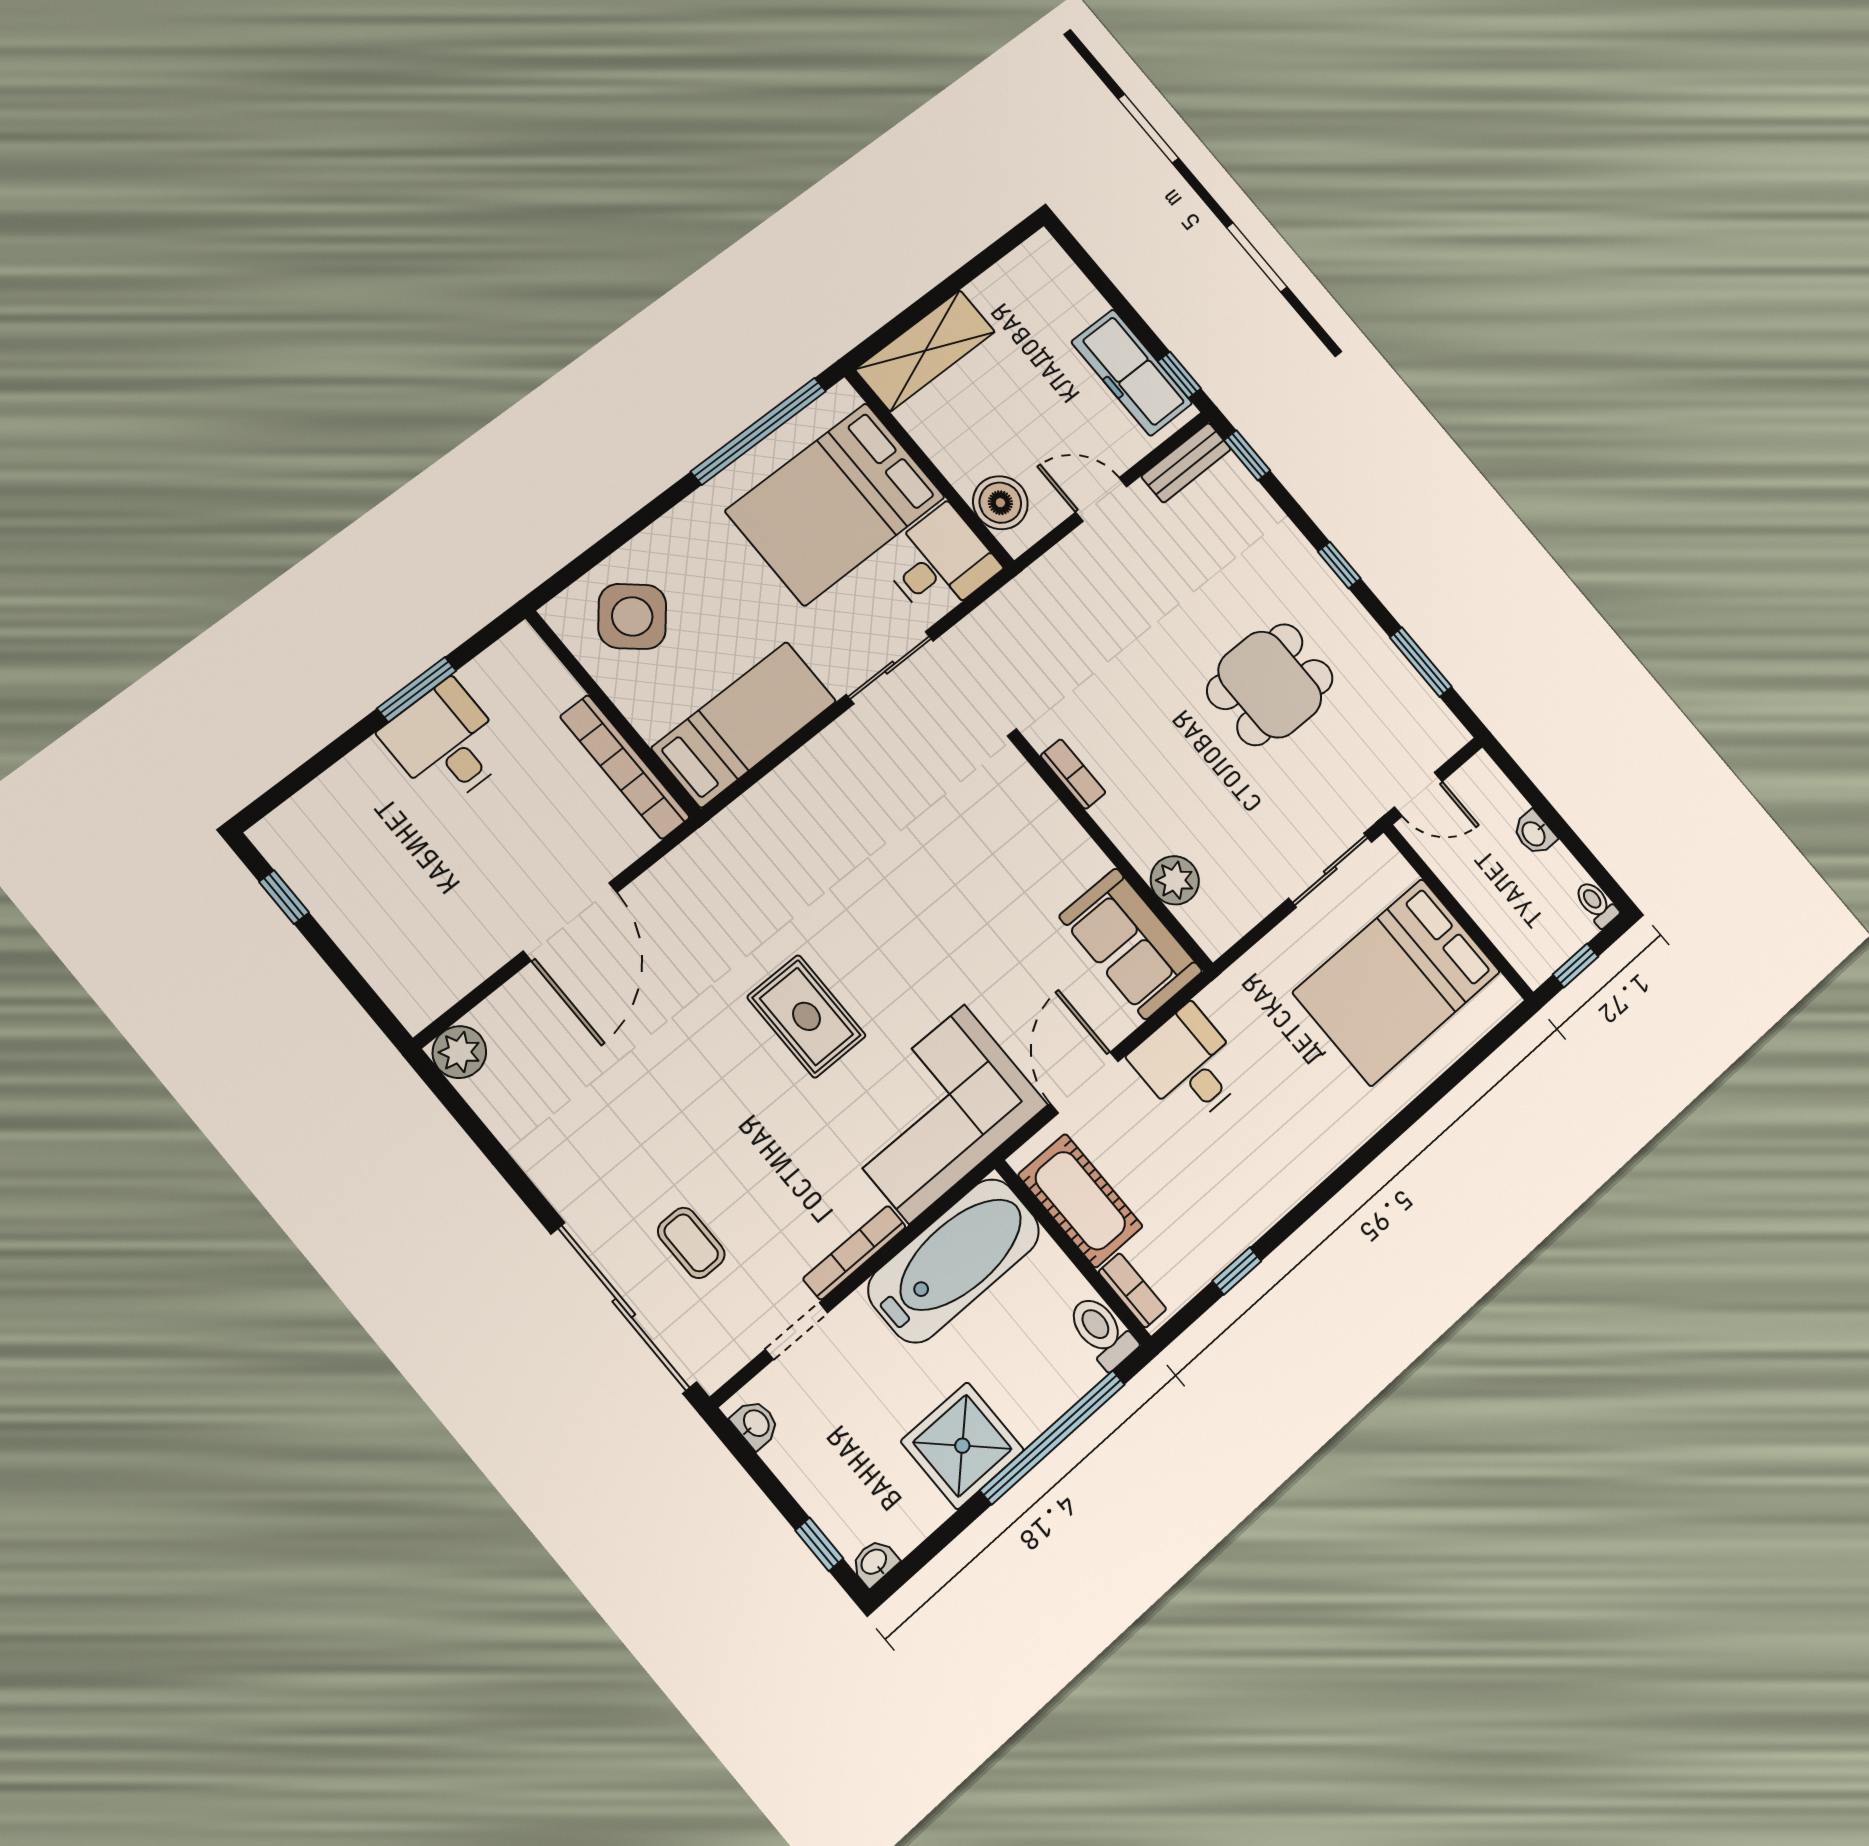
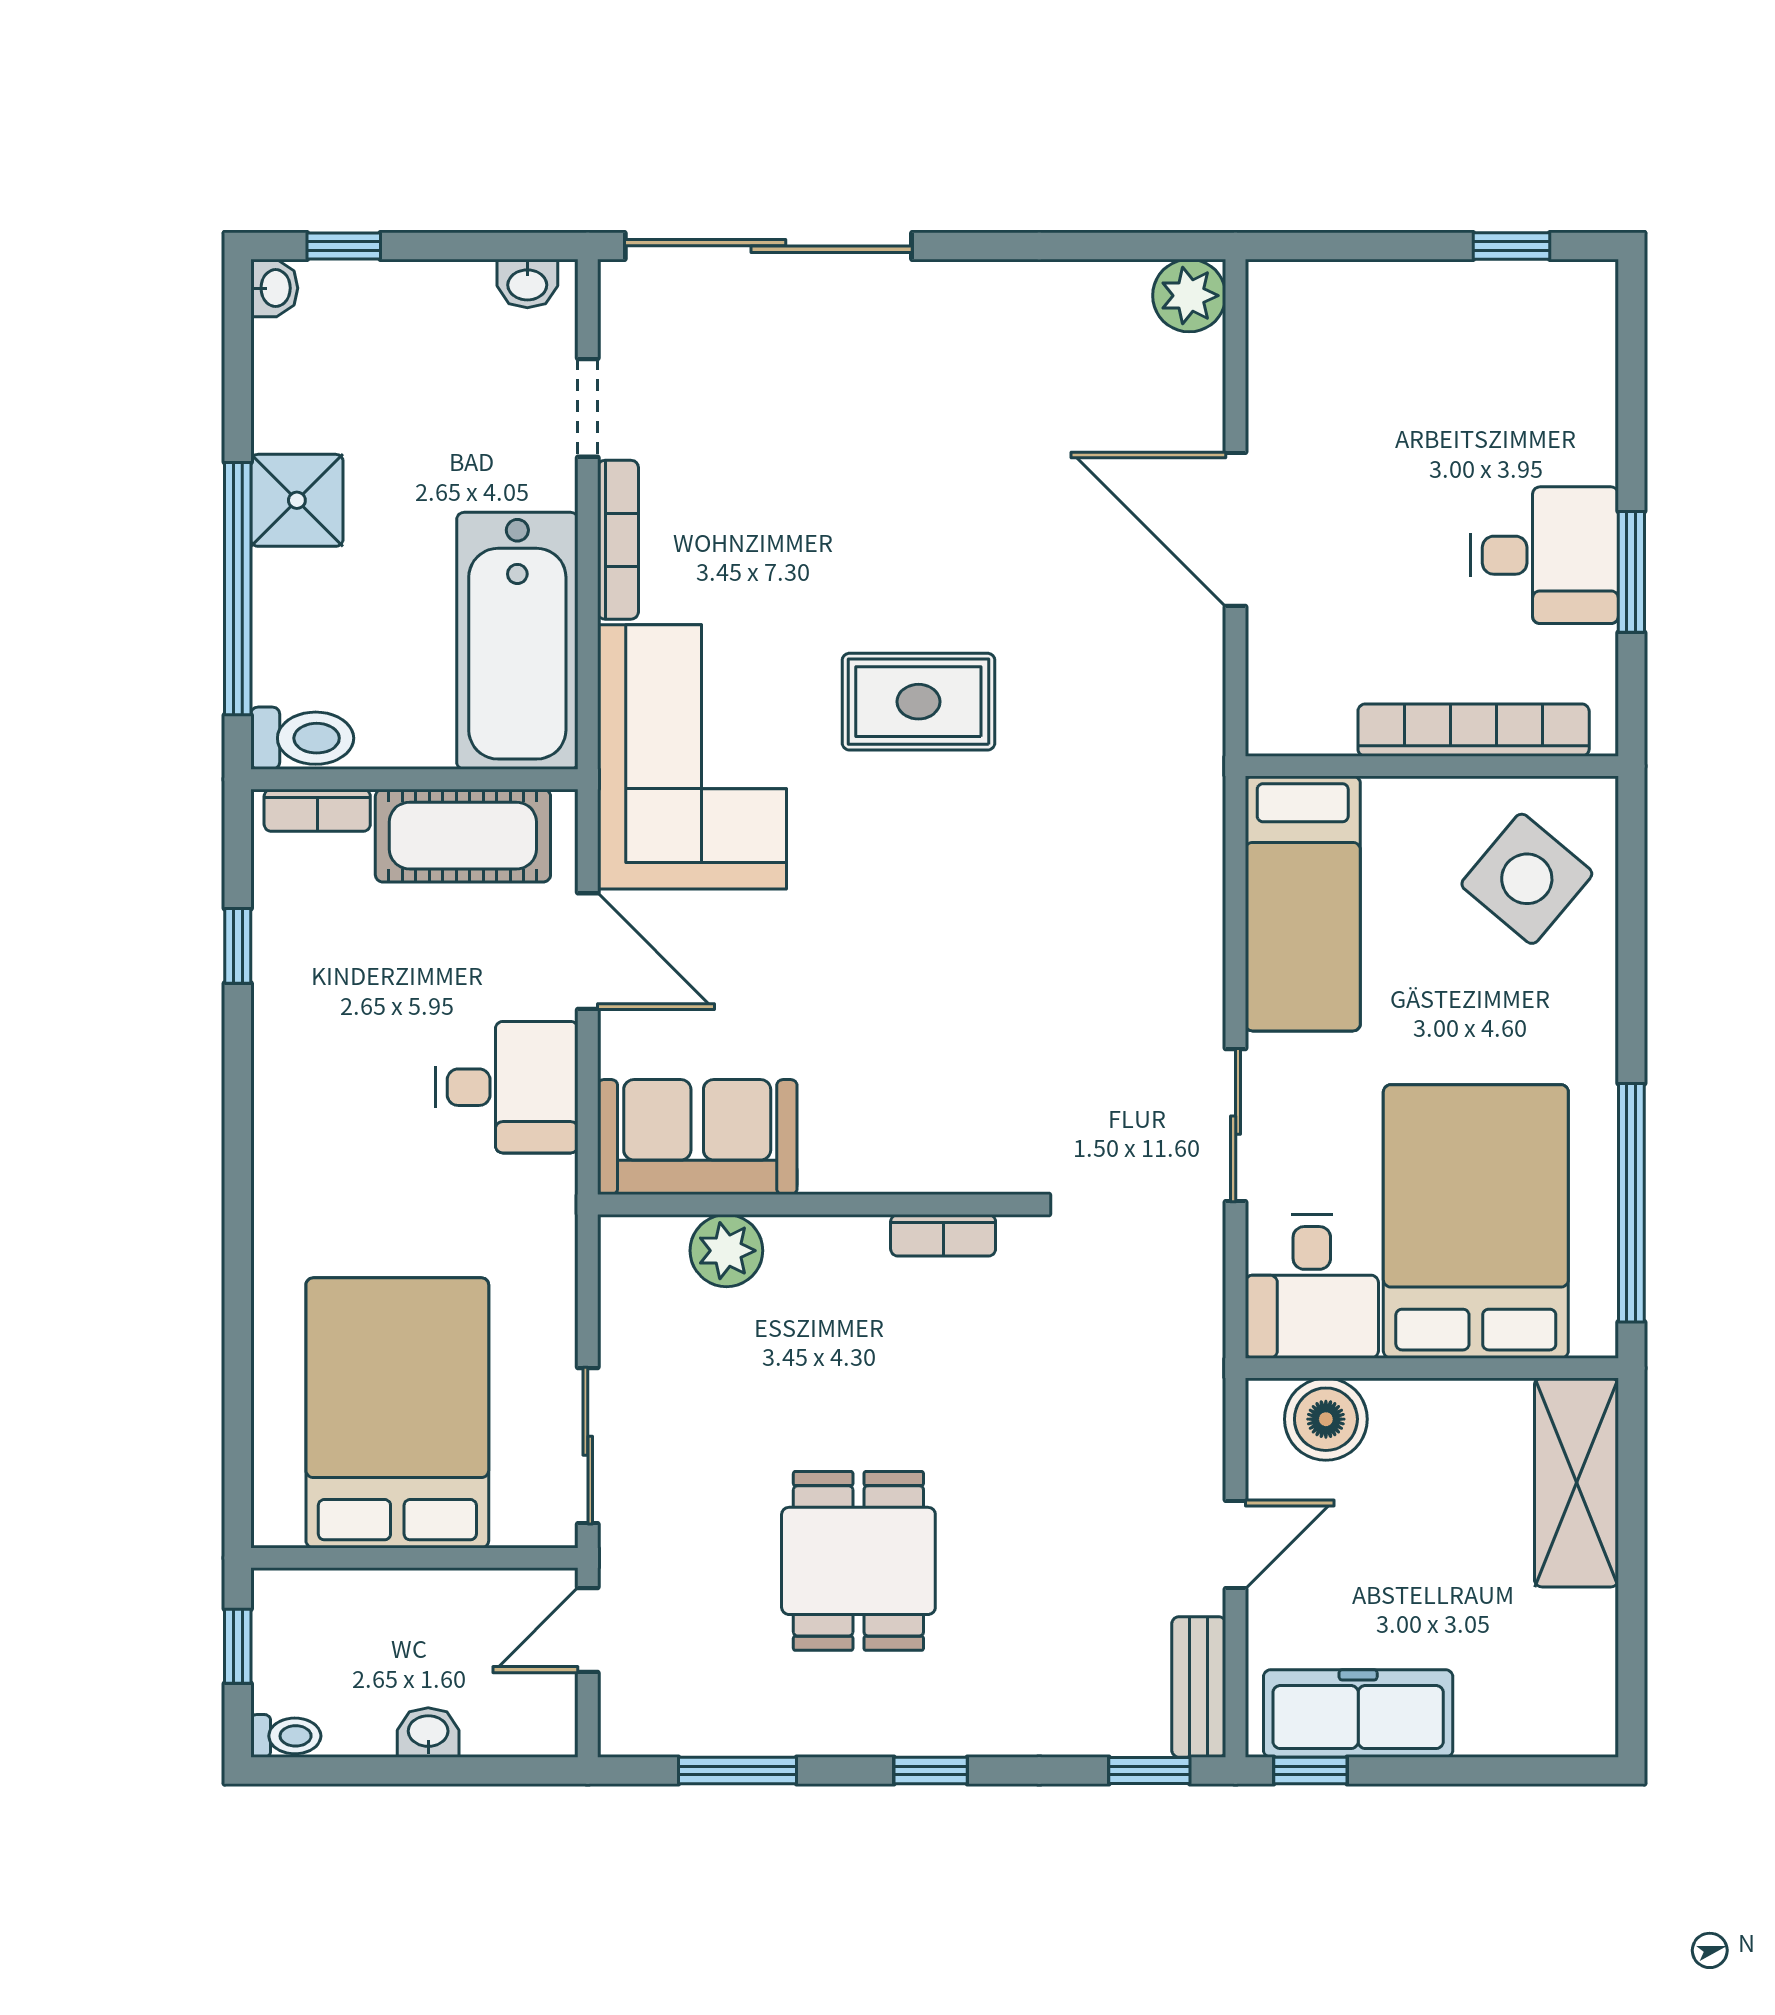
bookcase: (625, 767) -> (1474, 730), moved
coffee table: (691, 1243) -> (777, 374), removed
shower: (962, 1446) -> (297, 500), width x0.73, depth x0.73

